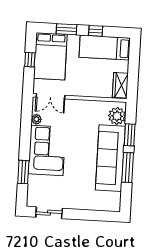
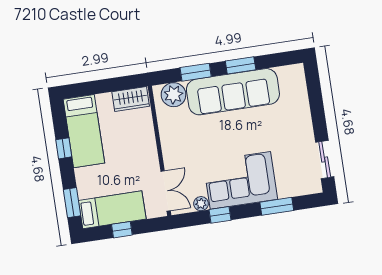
window: (67, 29) -> (72, 203), moved
bed: (50, 56) -> (112, 210), width x0.67
window: (26, 131) -> (220, 215), added
window: (128, 168) -> (241, 65), width x0.69

